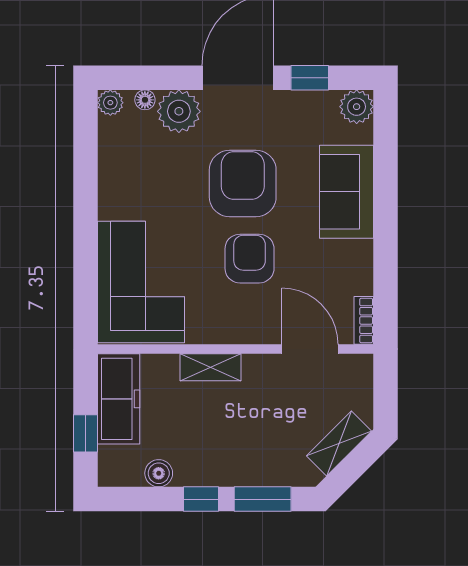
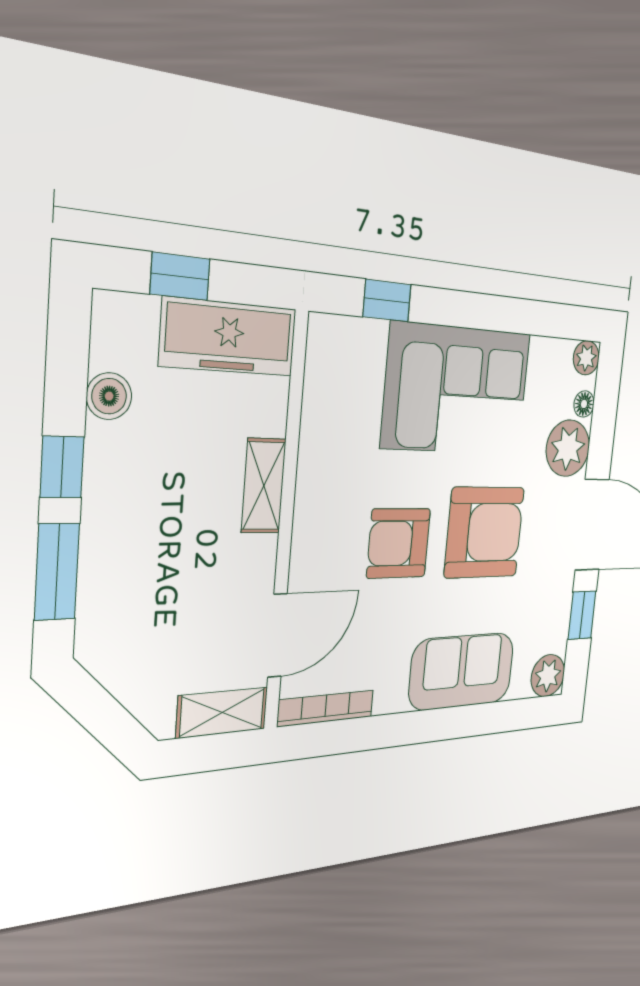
armchair: (250, 259) -> (399, 543), turned 180
corner sofa: (141, 282) -> (457, 390), moved
window: (85, 285) -> (387, 301), added
bookcase: (364, 320) -> (326, 708), width x1.56
shelving: (339, 443) -> (222, 713), moved, turned -45

